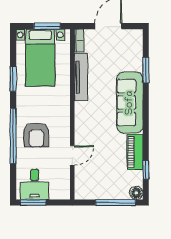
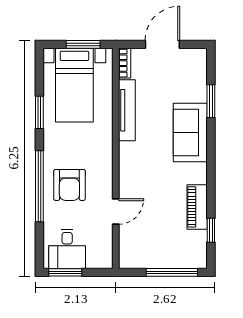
sofa: (130, 103) -> (190, 133), width x0.73
floor lamp: (136, 193) -> (199, 260), removed

